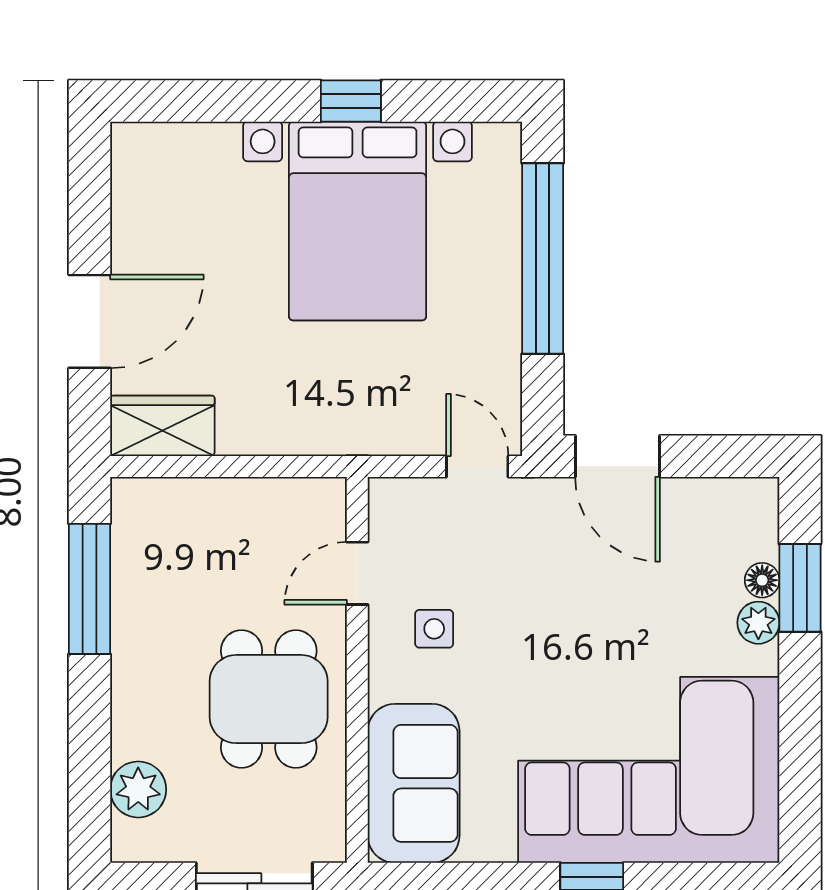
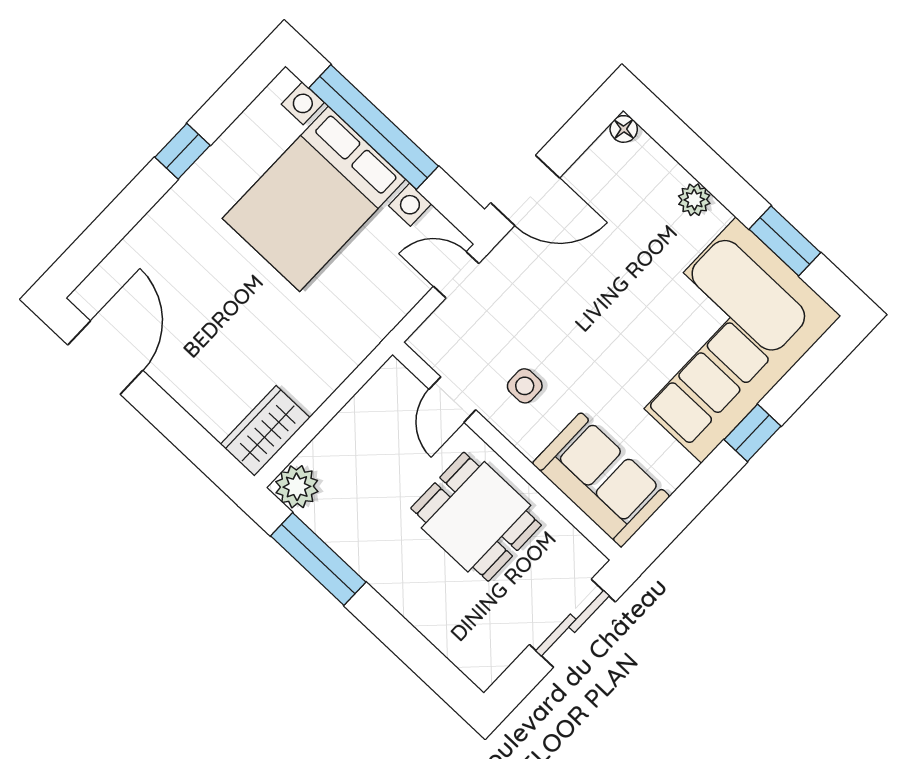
bed with nightstands: (358, 221) -> (314, 199), moved, turned 90
door: (90, 321) -> (105, 358), moved
floor lamp: (762, 580) -> (624, 129), moved
window: (800, 588) -> (785, 241), moved
plant: (138, 789) -> (297, 487), moved

